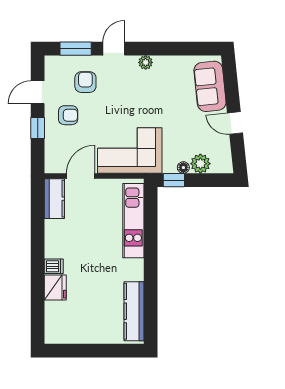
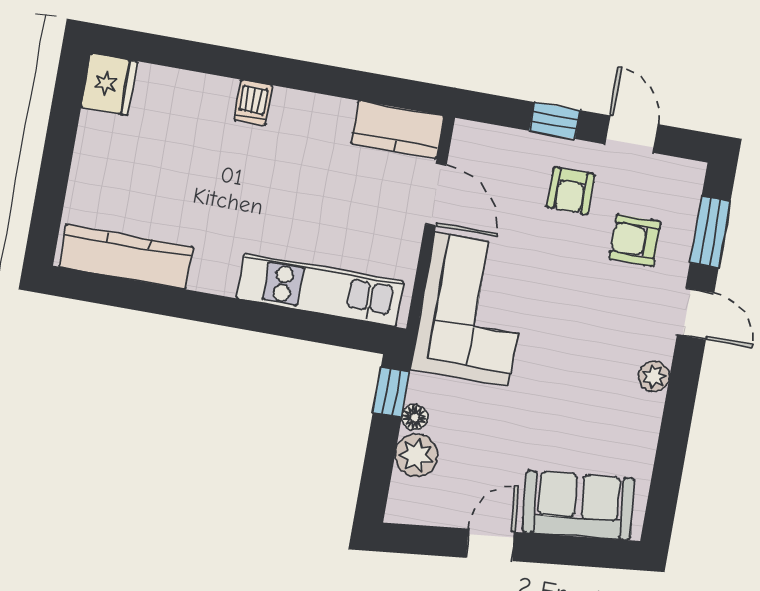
armchair: (85, 82) -> (635, 240), turned 180
fridge: (55, 288) -> (109, 84), moved, turned -90

